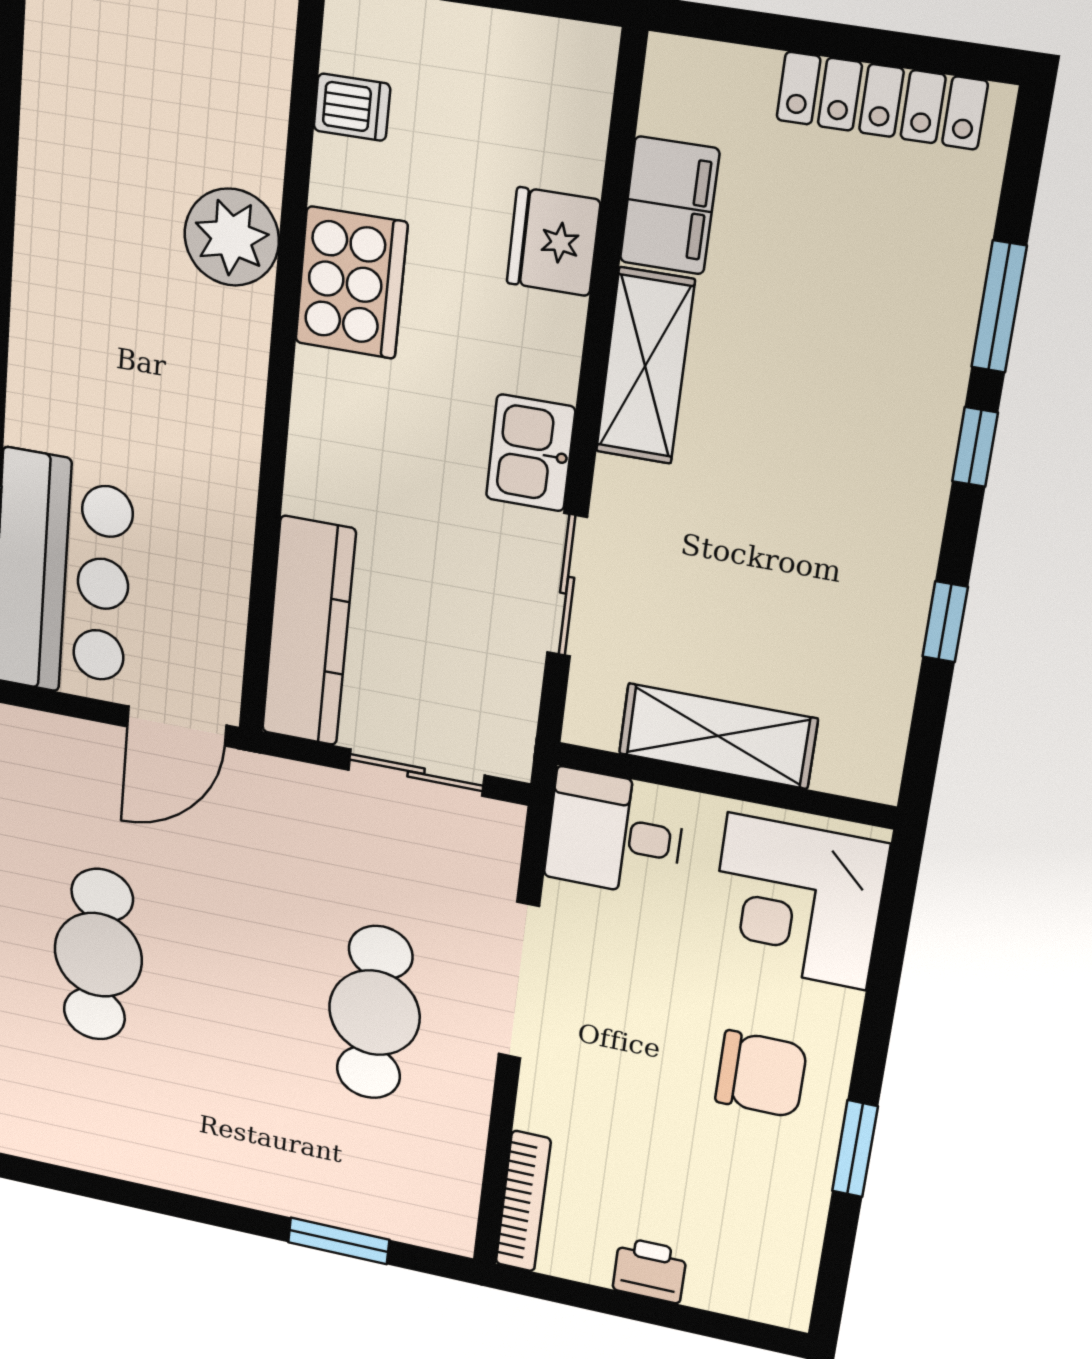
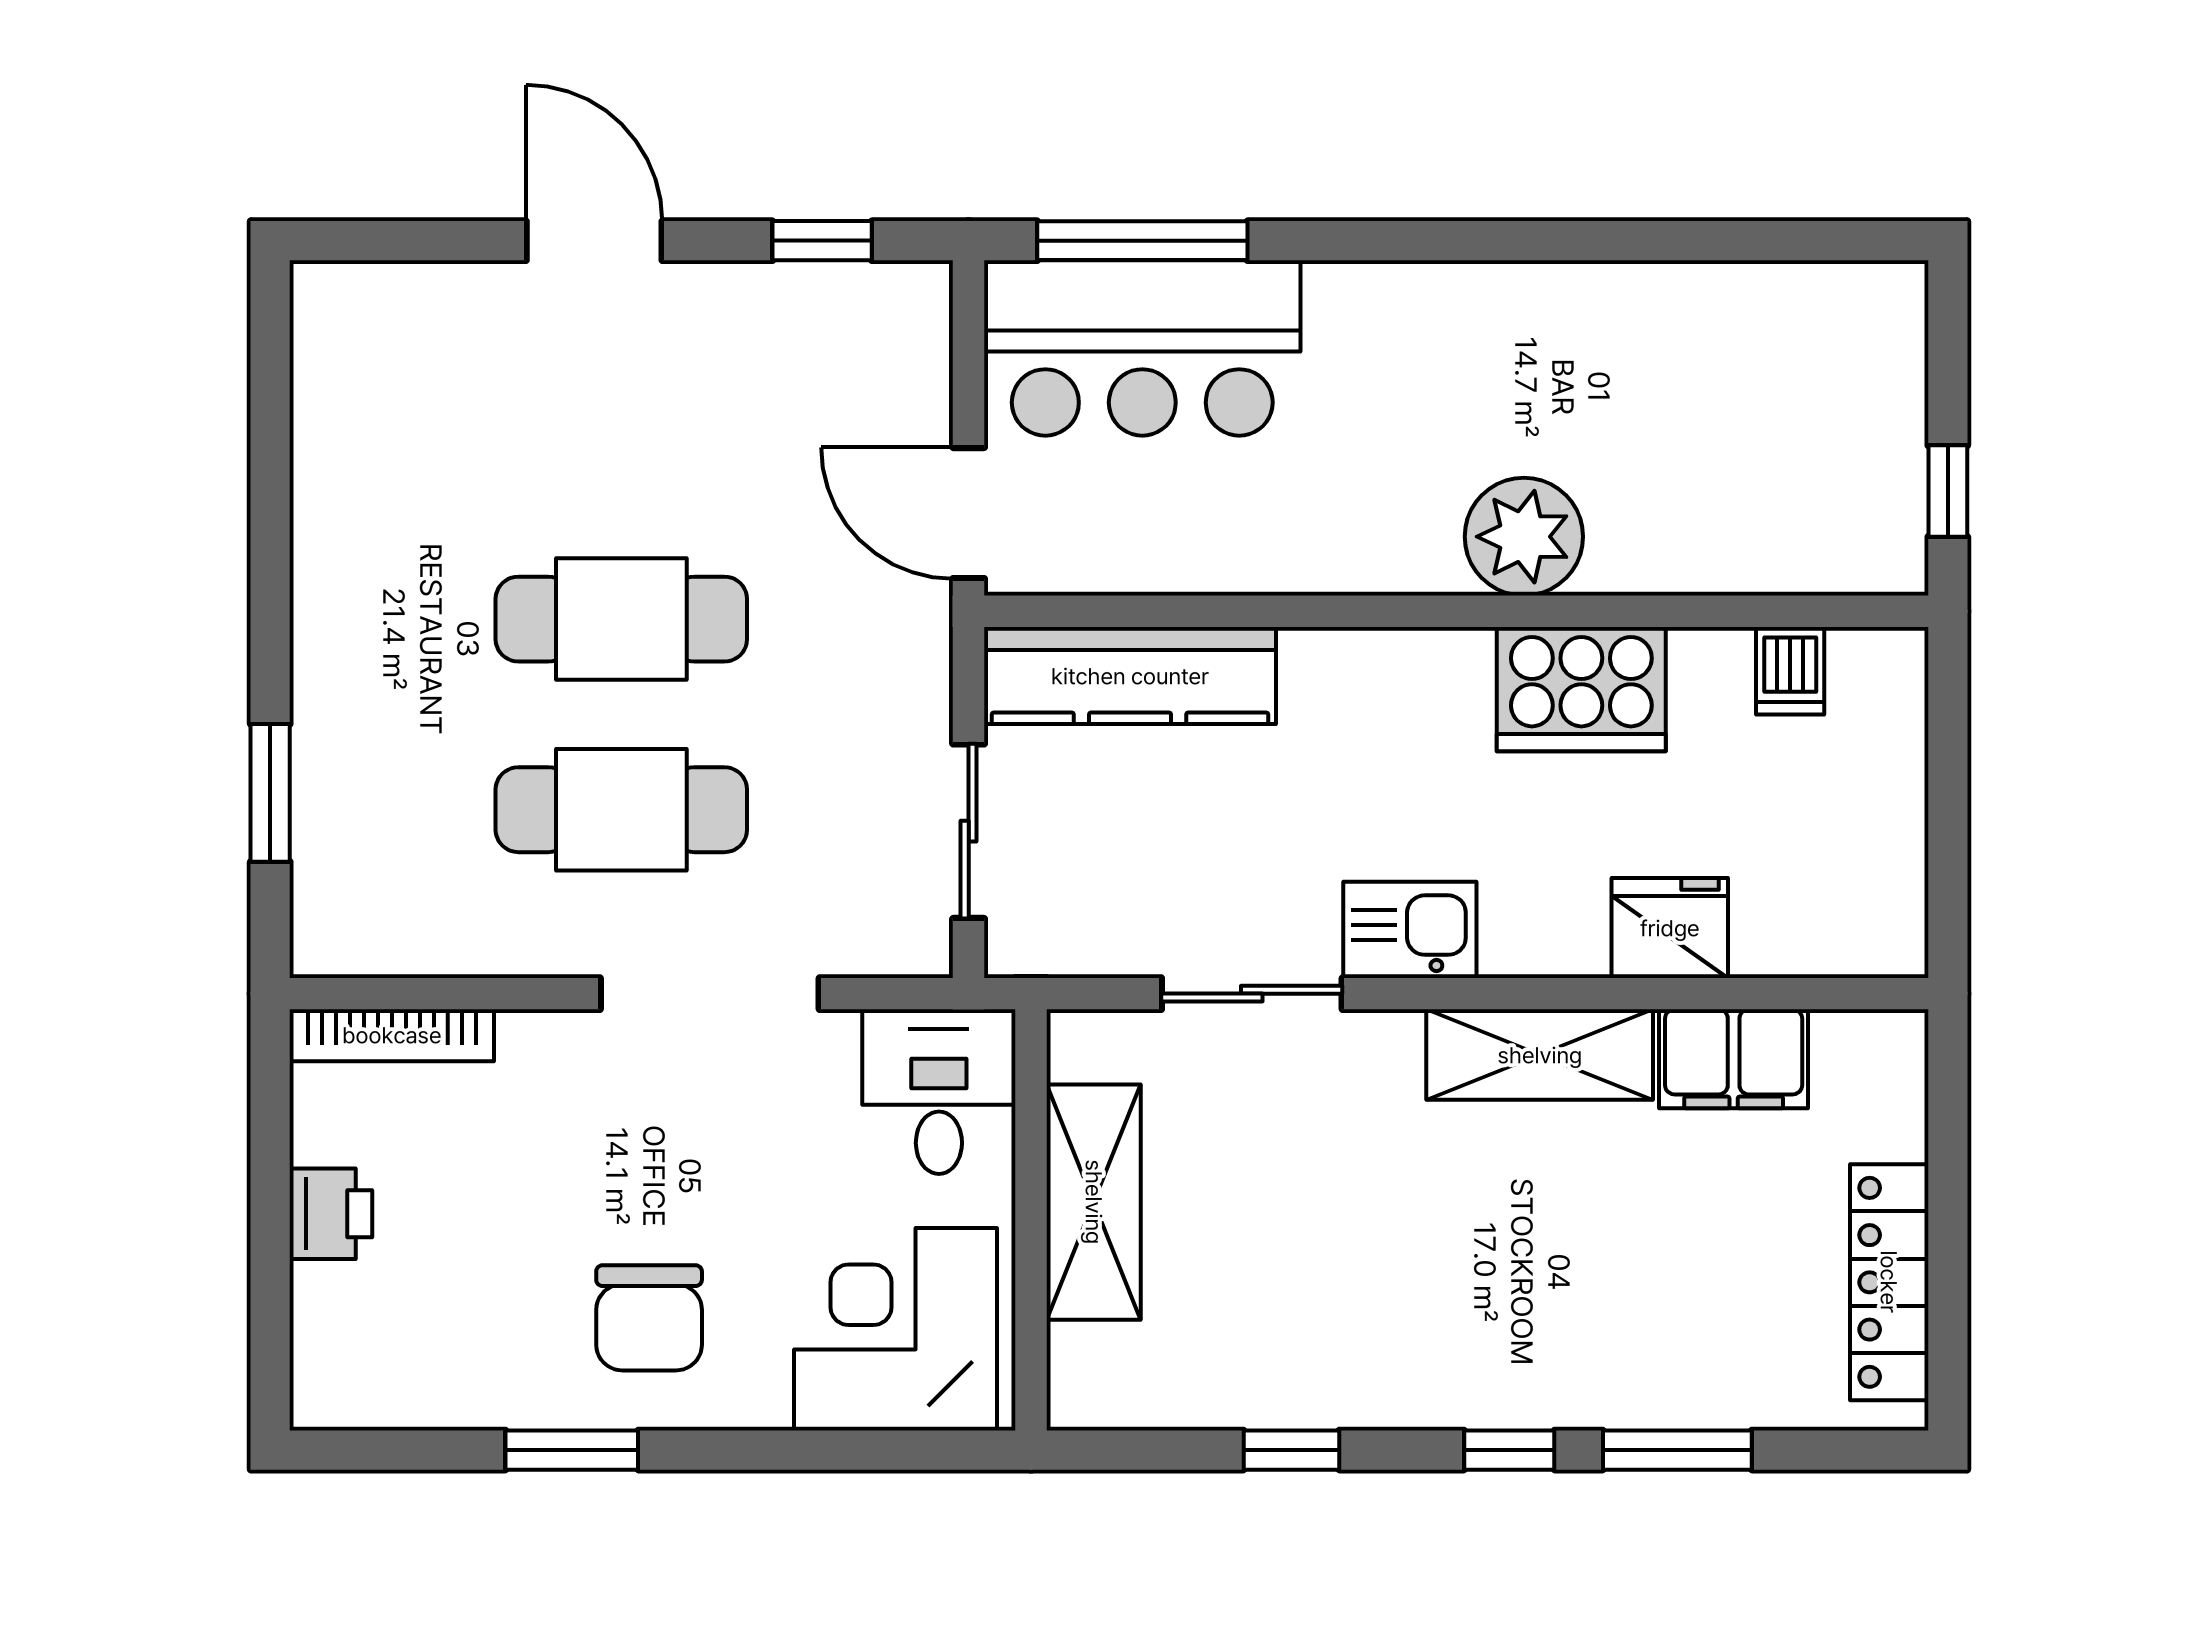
plant: (232, 237) -> (1524, 537), moved
cafe table: (98, 955) -> (621, 619), moved

